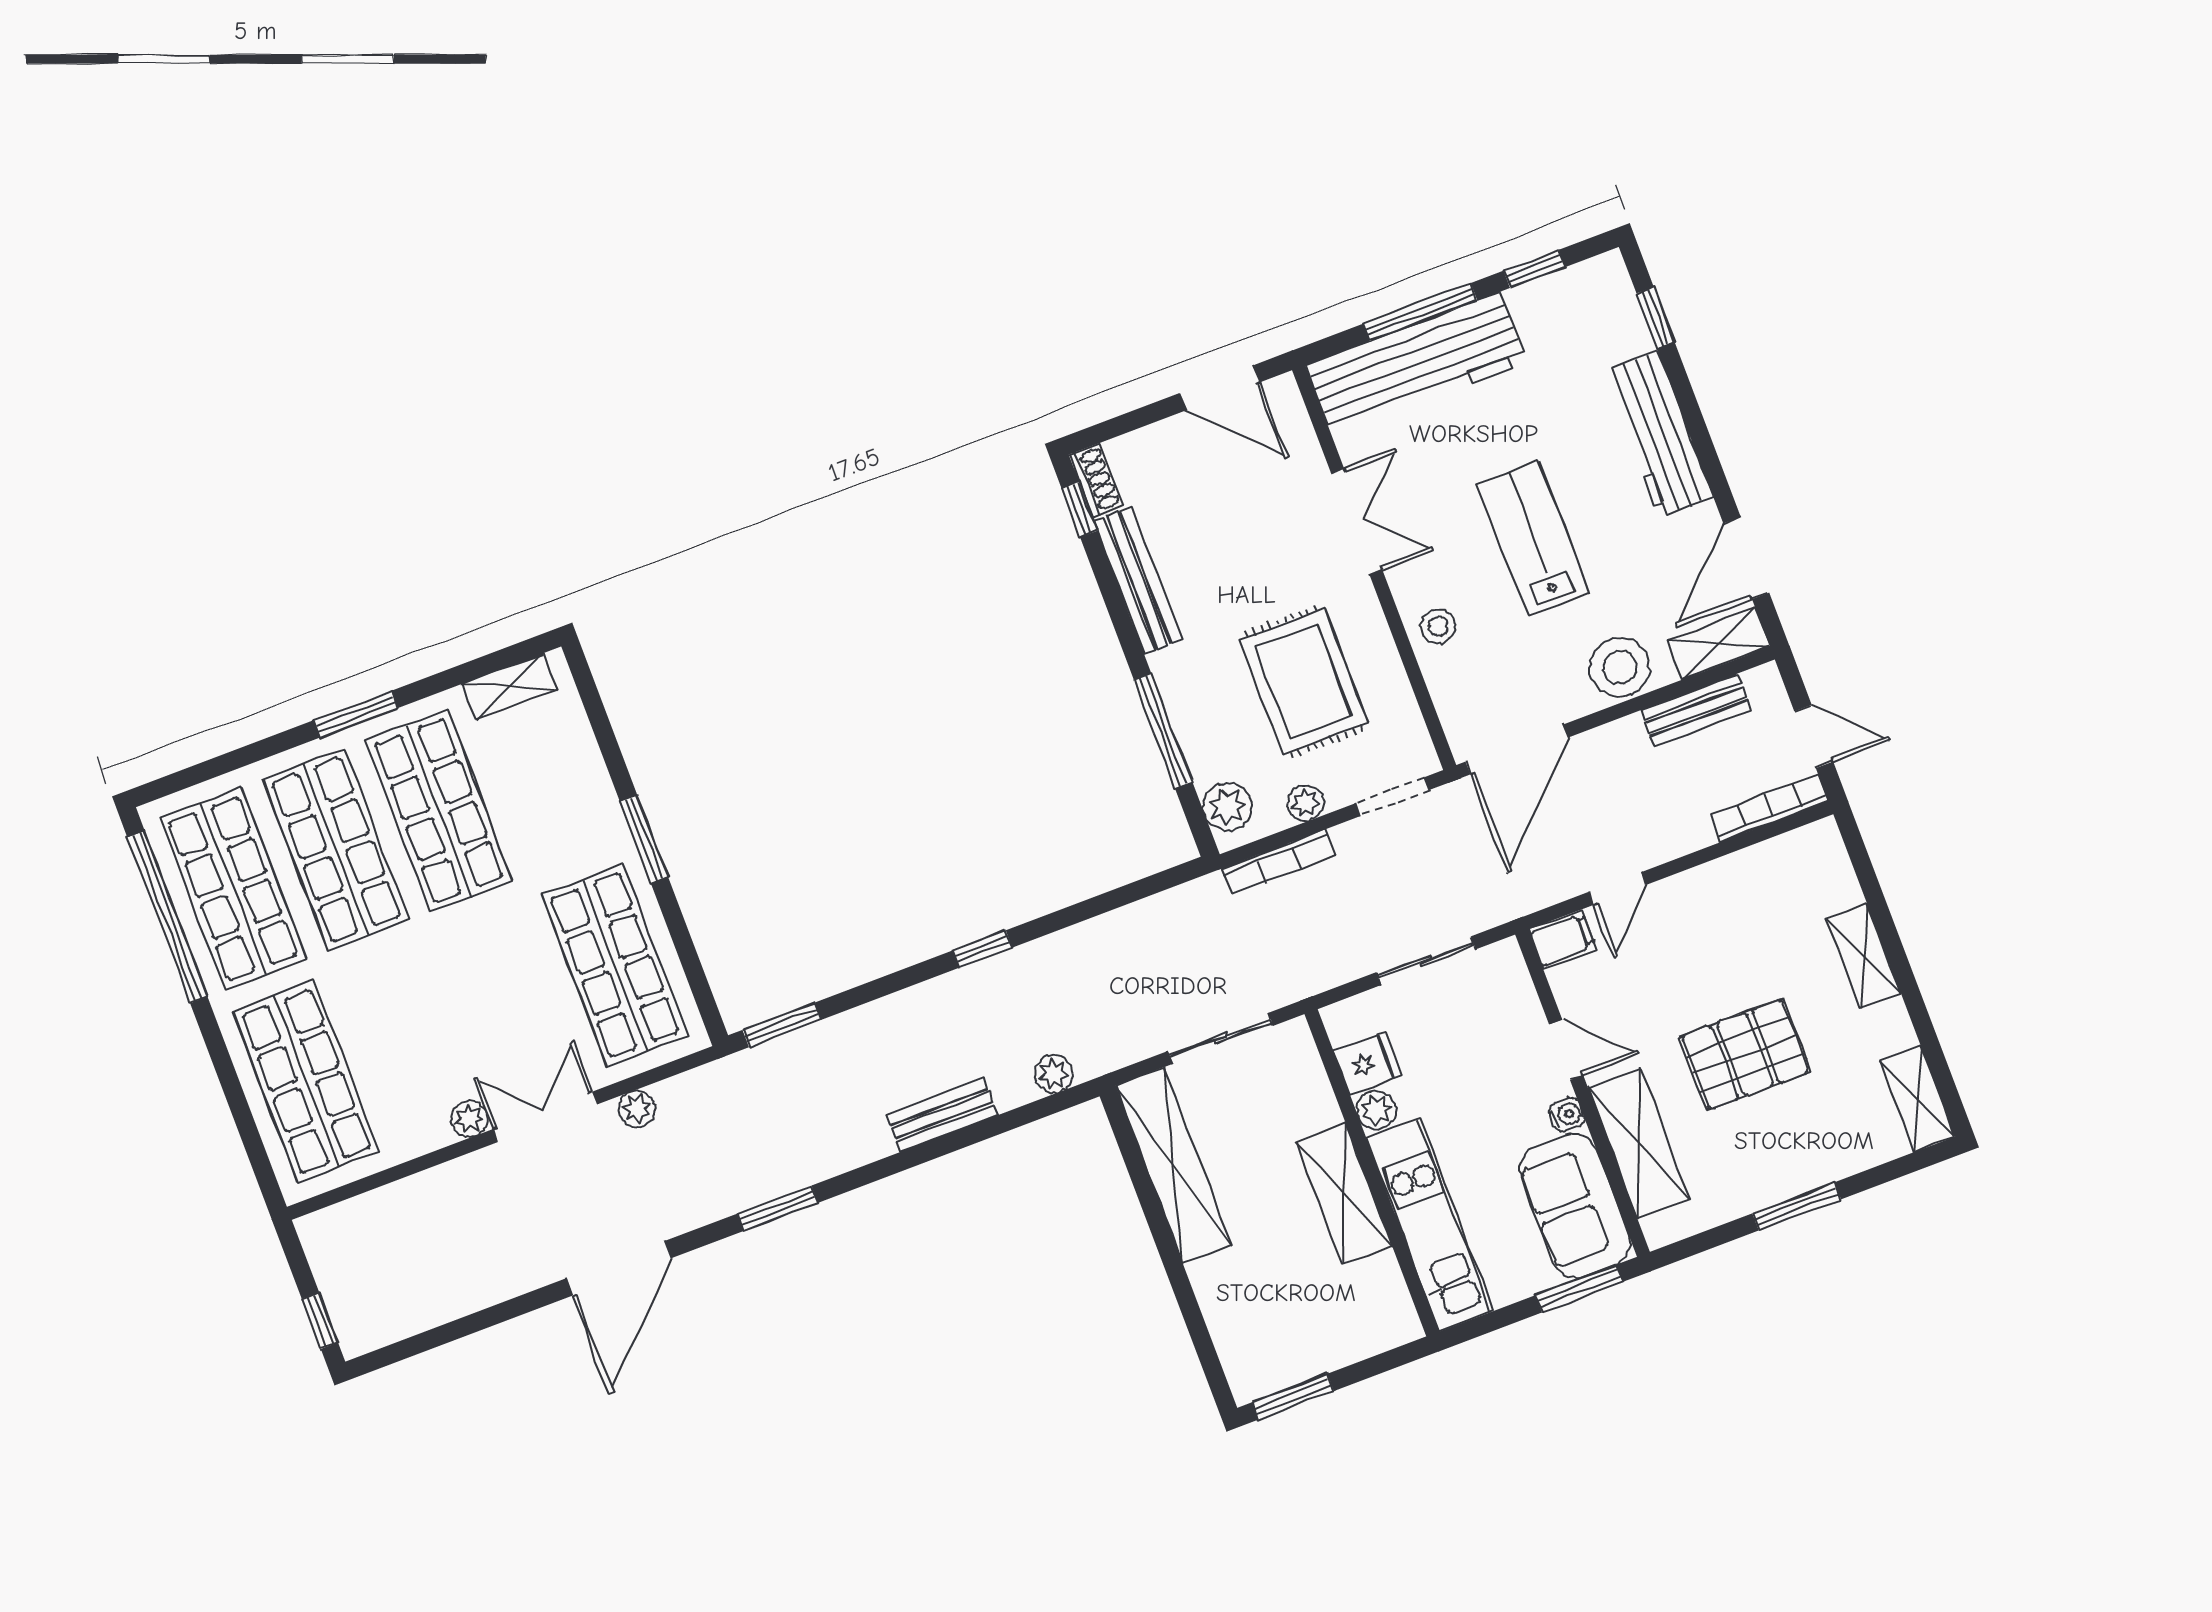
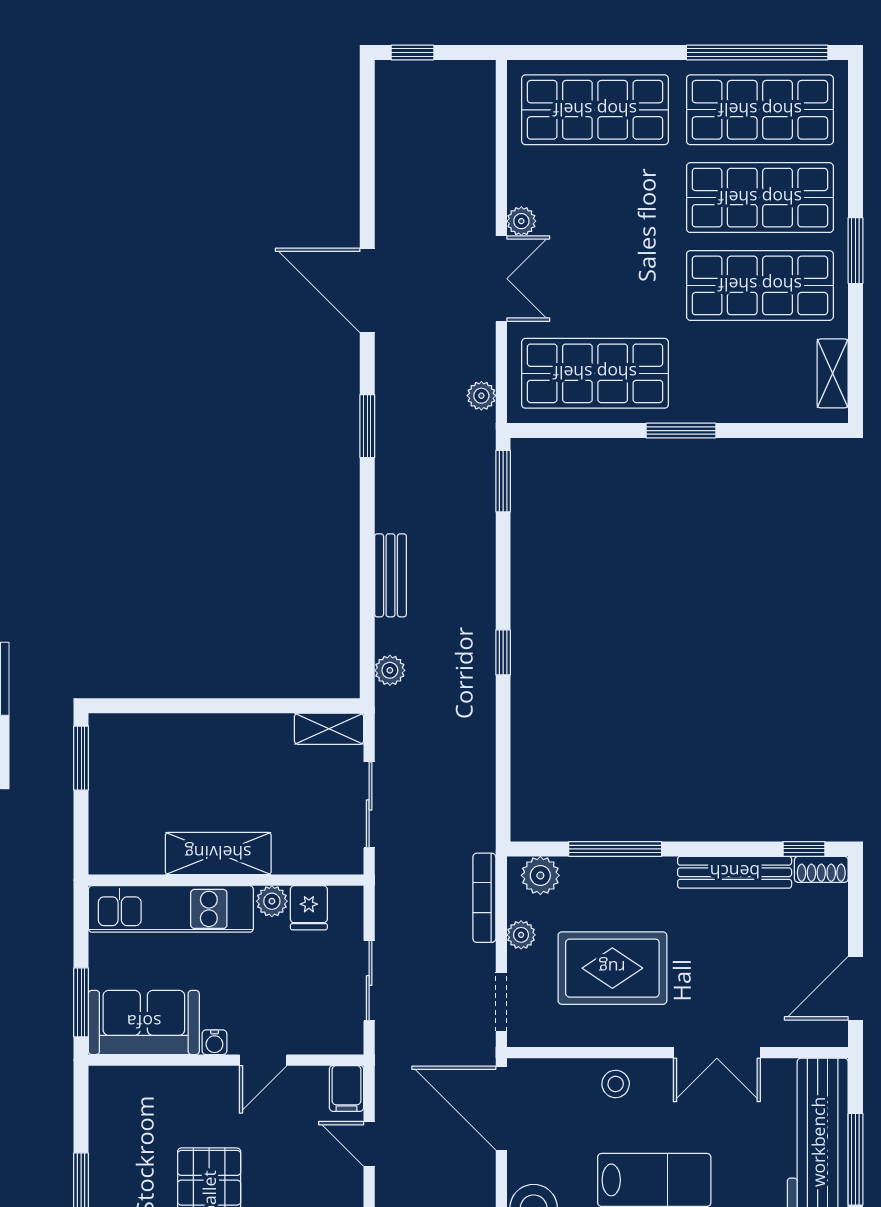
plant: (637, 1109) -> (481, 396), moved
shelving: (1639, 1143) -> (173, 1088), removed
shelving: (1173, 1166) -> (329, 729), width x0.45, depth x0.75

